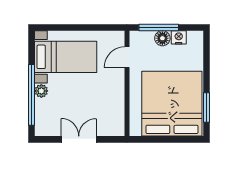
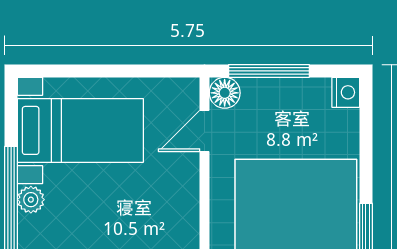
nightstand: (179, 37) -> (346, 92), moved, turned 90
floor lamp: (162, 38) -> (225, 93), moved

